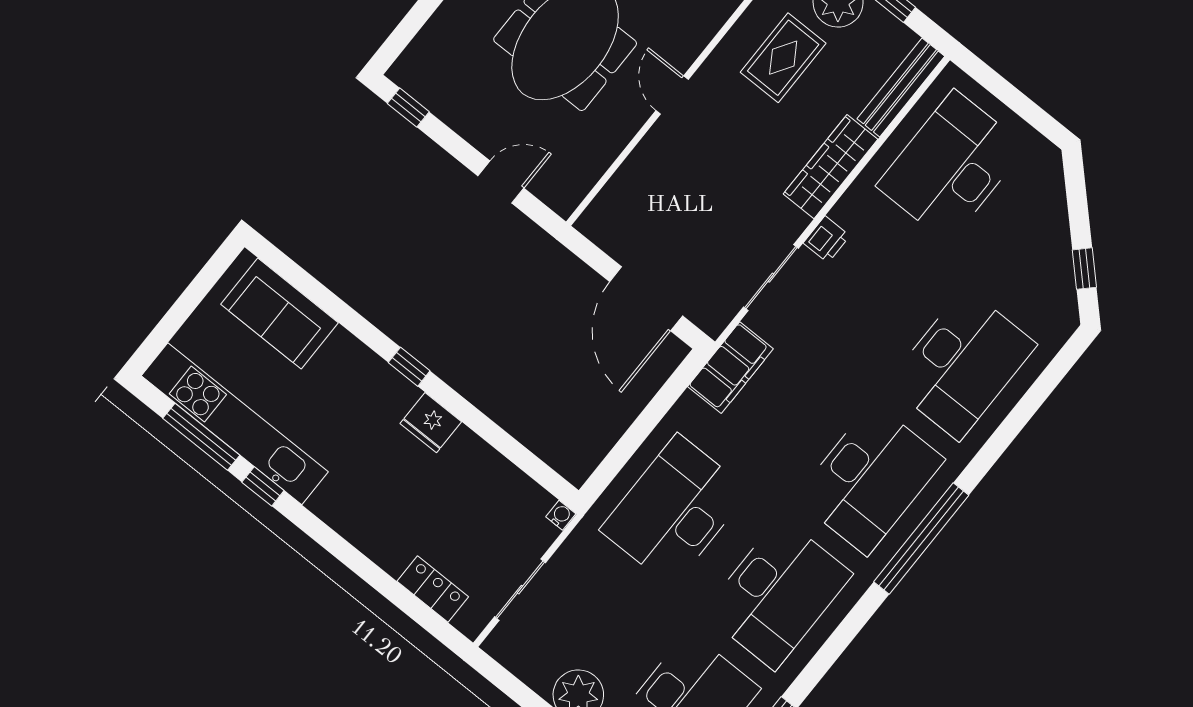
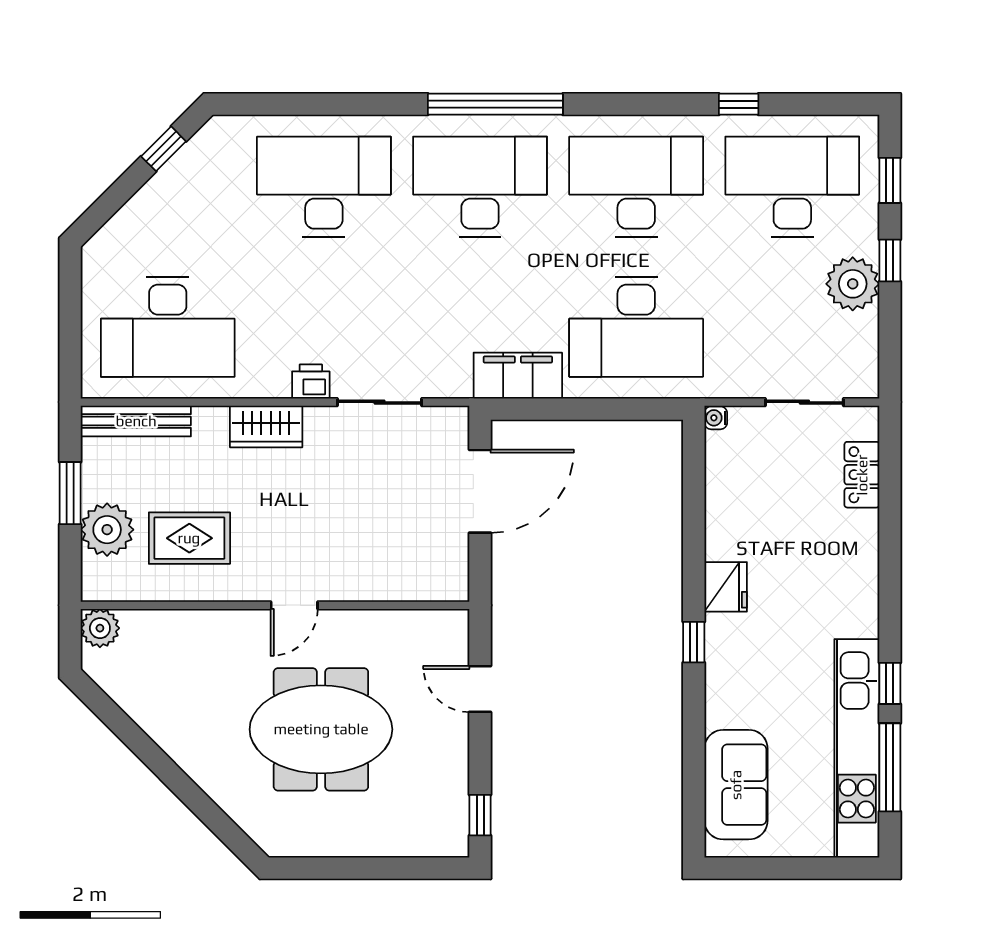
wardrobe: (831, 167) -> (266, 427), width x0.67
filing cabinet: (730, 368) -> (518, 376), moved

